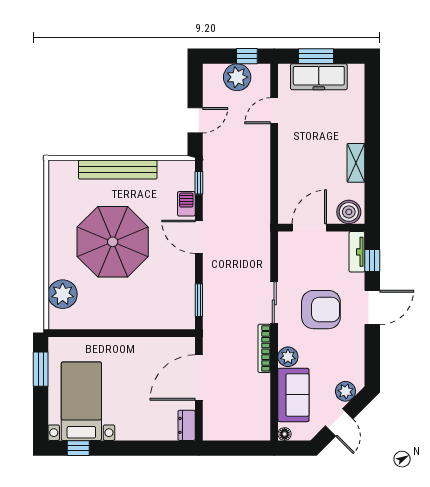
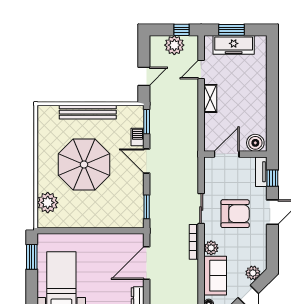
shelving: (356, 163) -> (210, 98), moved
window: (199, 183) -> (147, 122), width x1.50

